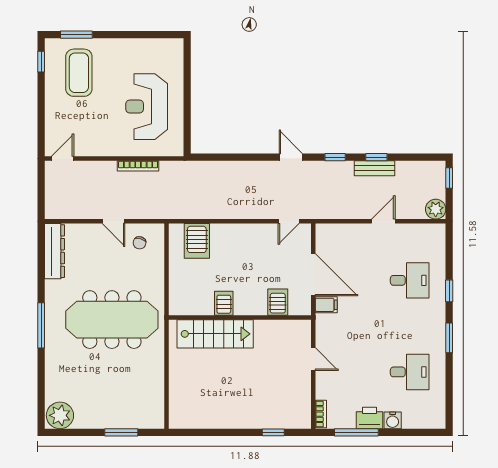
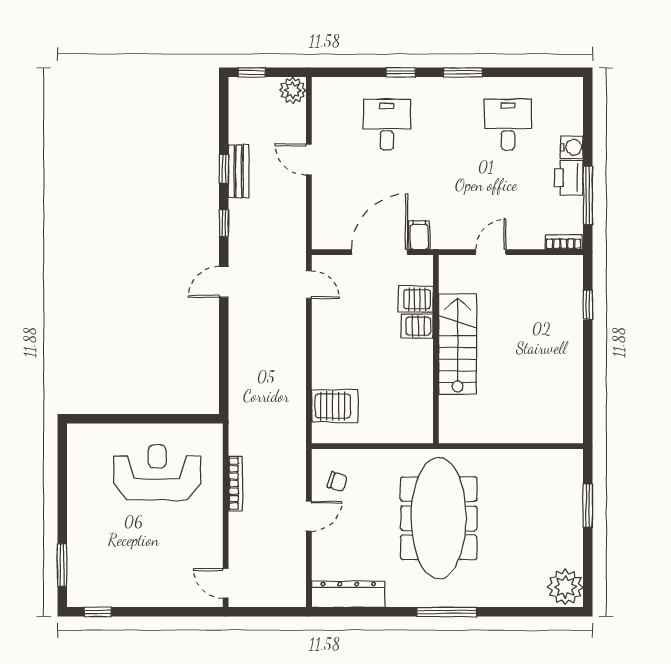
coffee table: (79, 73) -> (112, 562), removed
reception desk: (147, 107) -> (157, 472), turned 180
server rack: (224, 303) -> (417, 326), moved
stairs: (215, 334) -> (458, 344), moved

